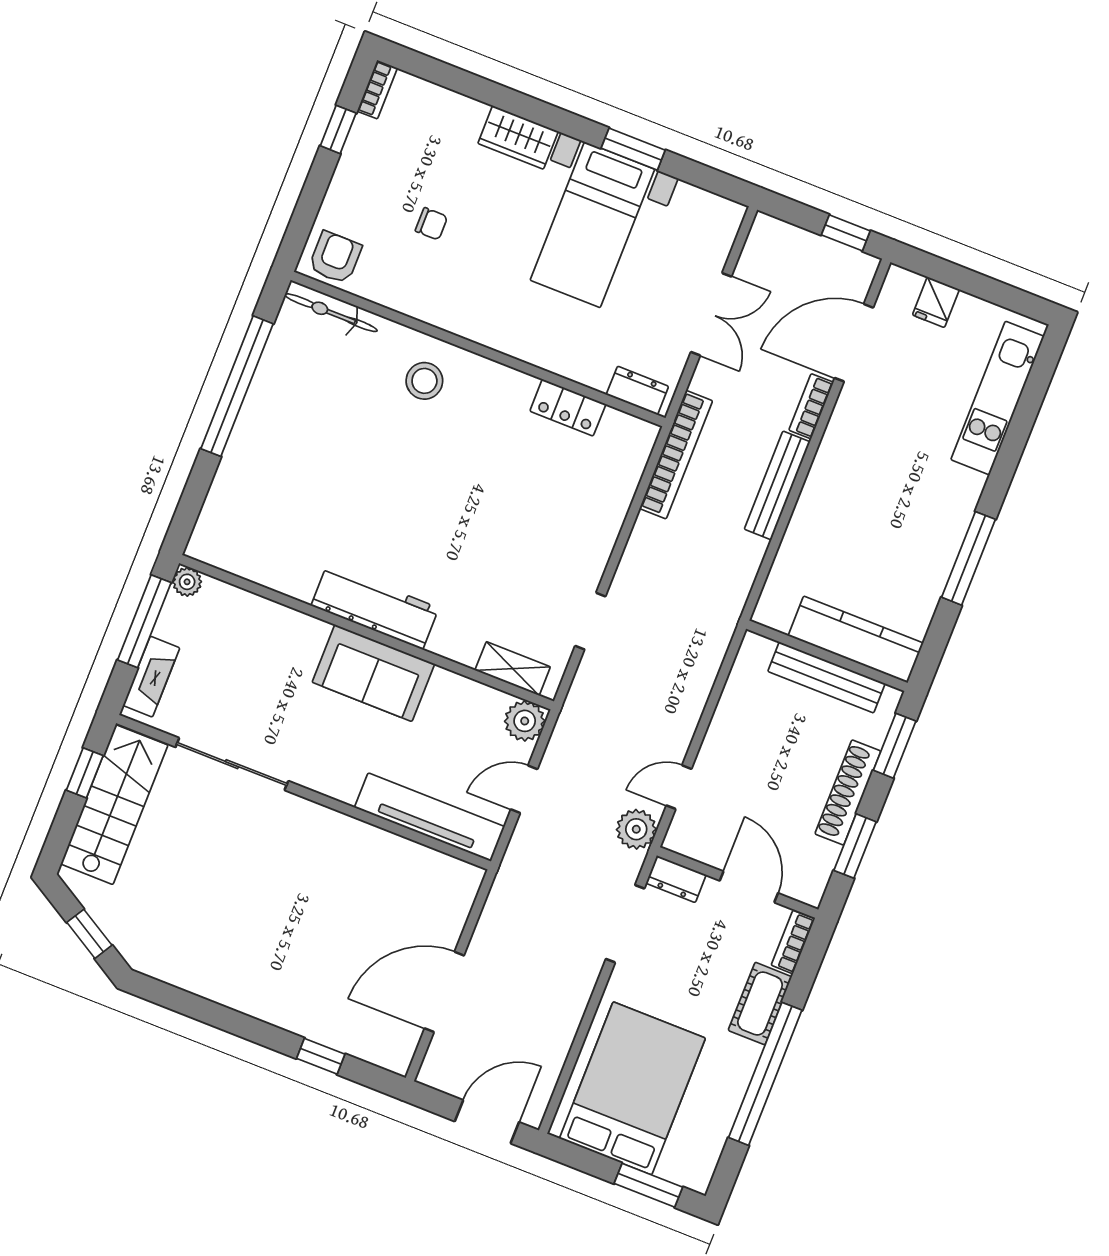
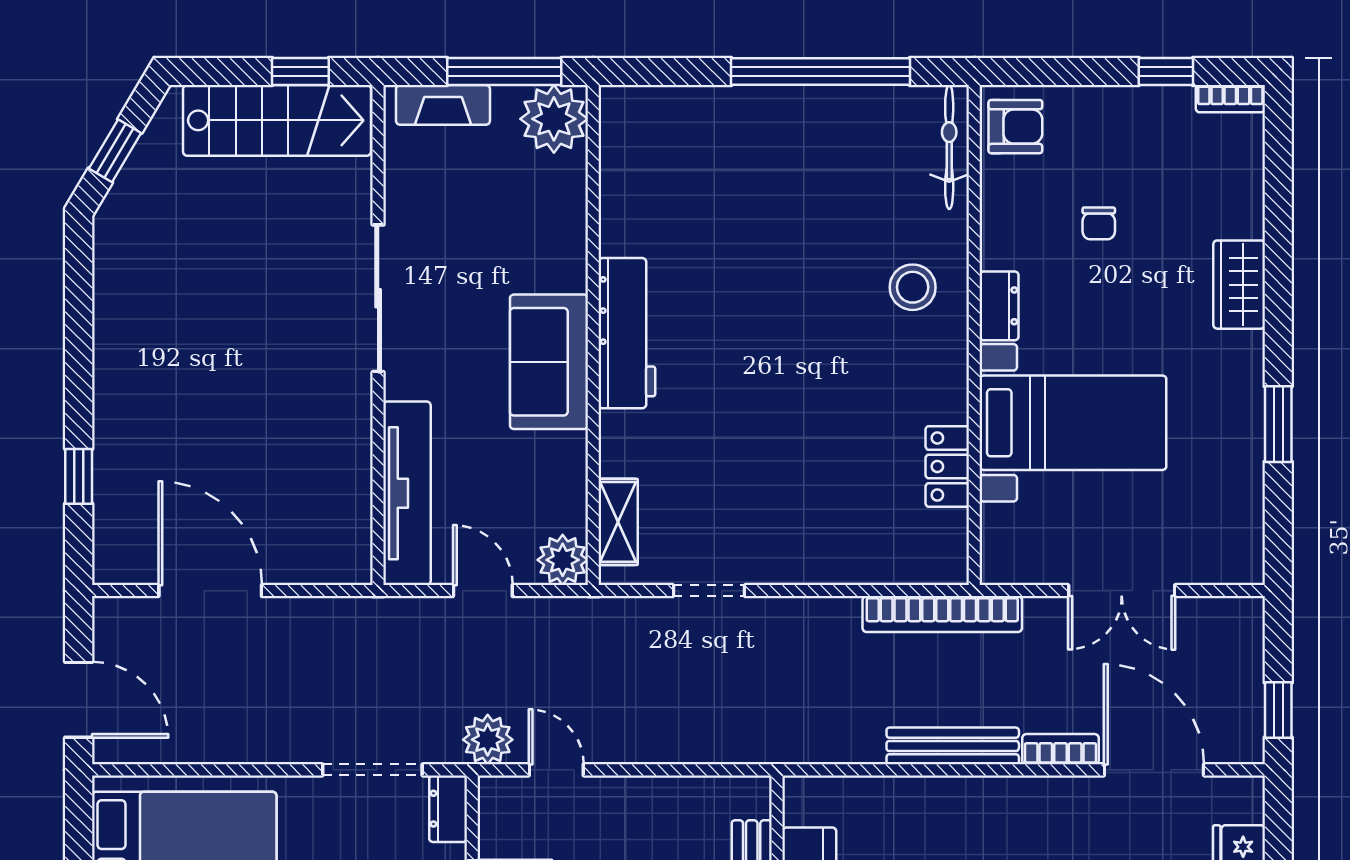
bed with nightstands: (592, 225) -> (1073, 423), moved, turned 180
dresser: (637, 391) -> (999, 306), moved
plant: (187, 582) -> (554, 119), width x1.88, depth x1.88
sliding door: (232, 764) -> (378, 298), moved

